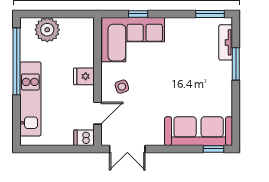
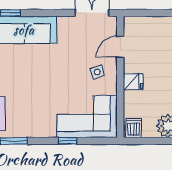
window: (138, 14) -> (68, 141), moved
dishwasher: (84, 138) -> (134, 128), moved, turned -90

